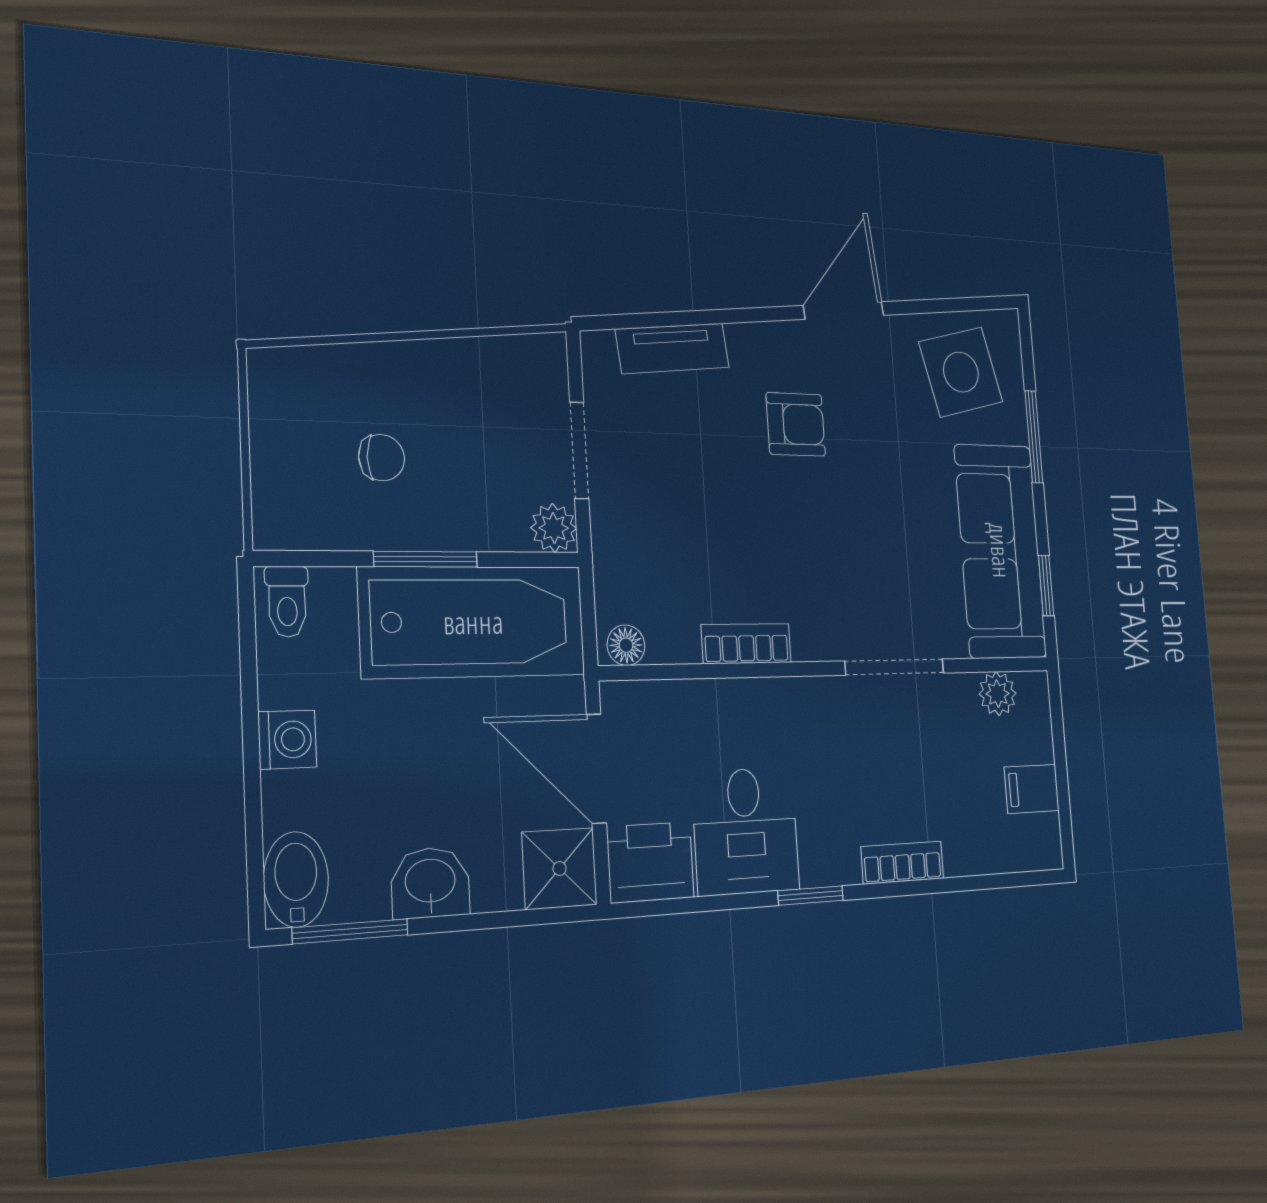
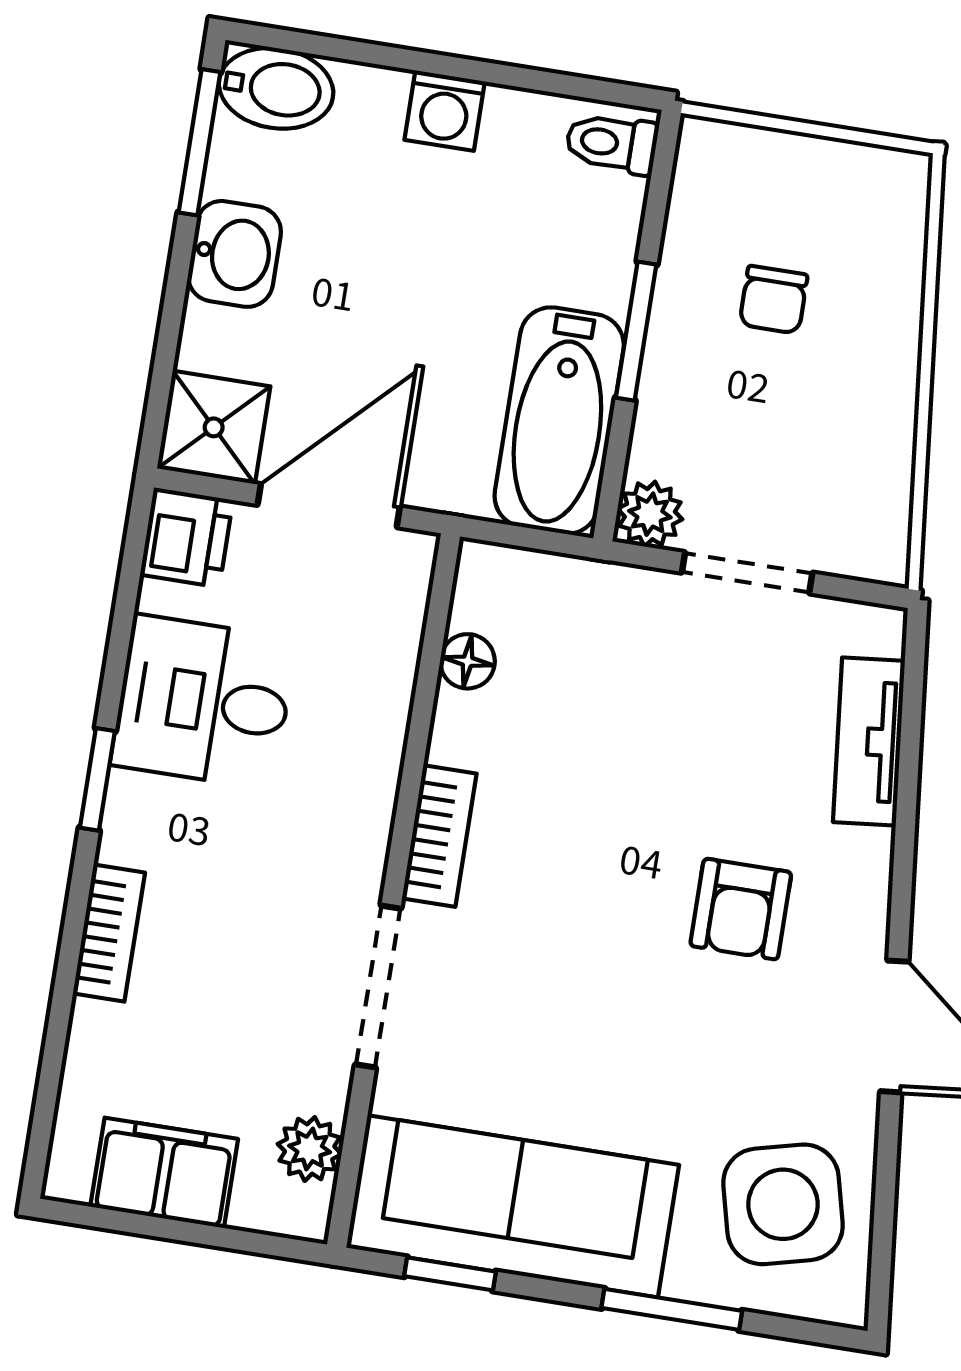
bathtub: (473, 622) -> (559, 421), width x0.73, depth x0.73
bookcase: (746, 644) -> (439, 836), moved
floor lamp: (626, 645) -> (468, 661), moved
filing cabinet: (1032, 789) -> (164, 1173), width x2.00
printer: (650, 862) -> (187, 537), width x0.73, depth x0.81

